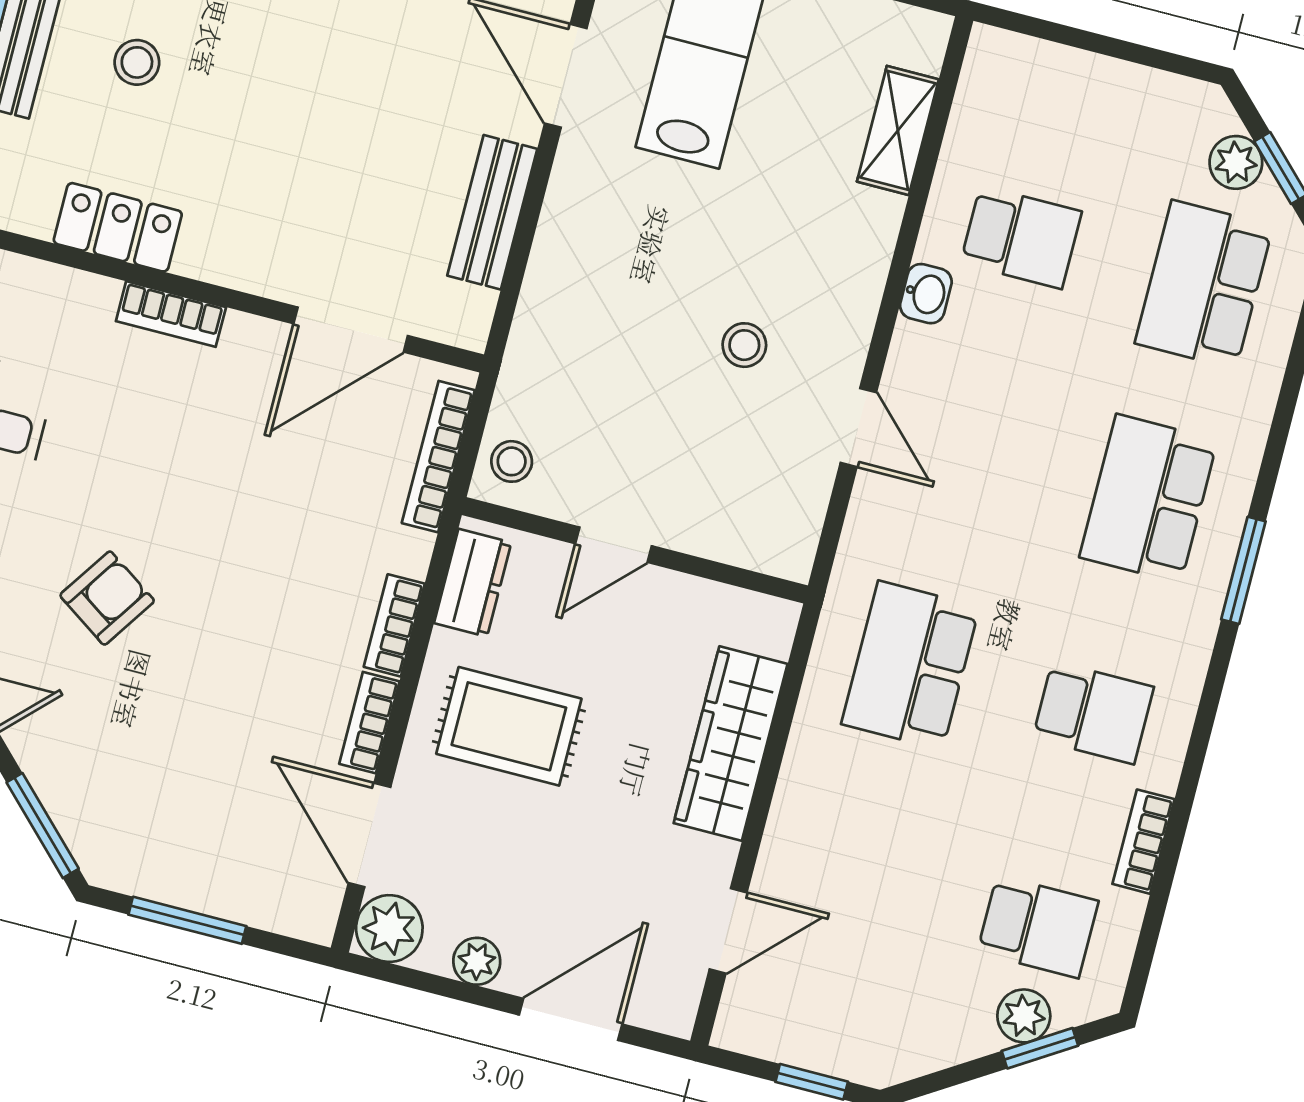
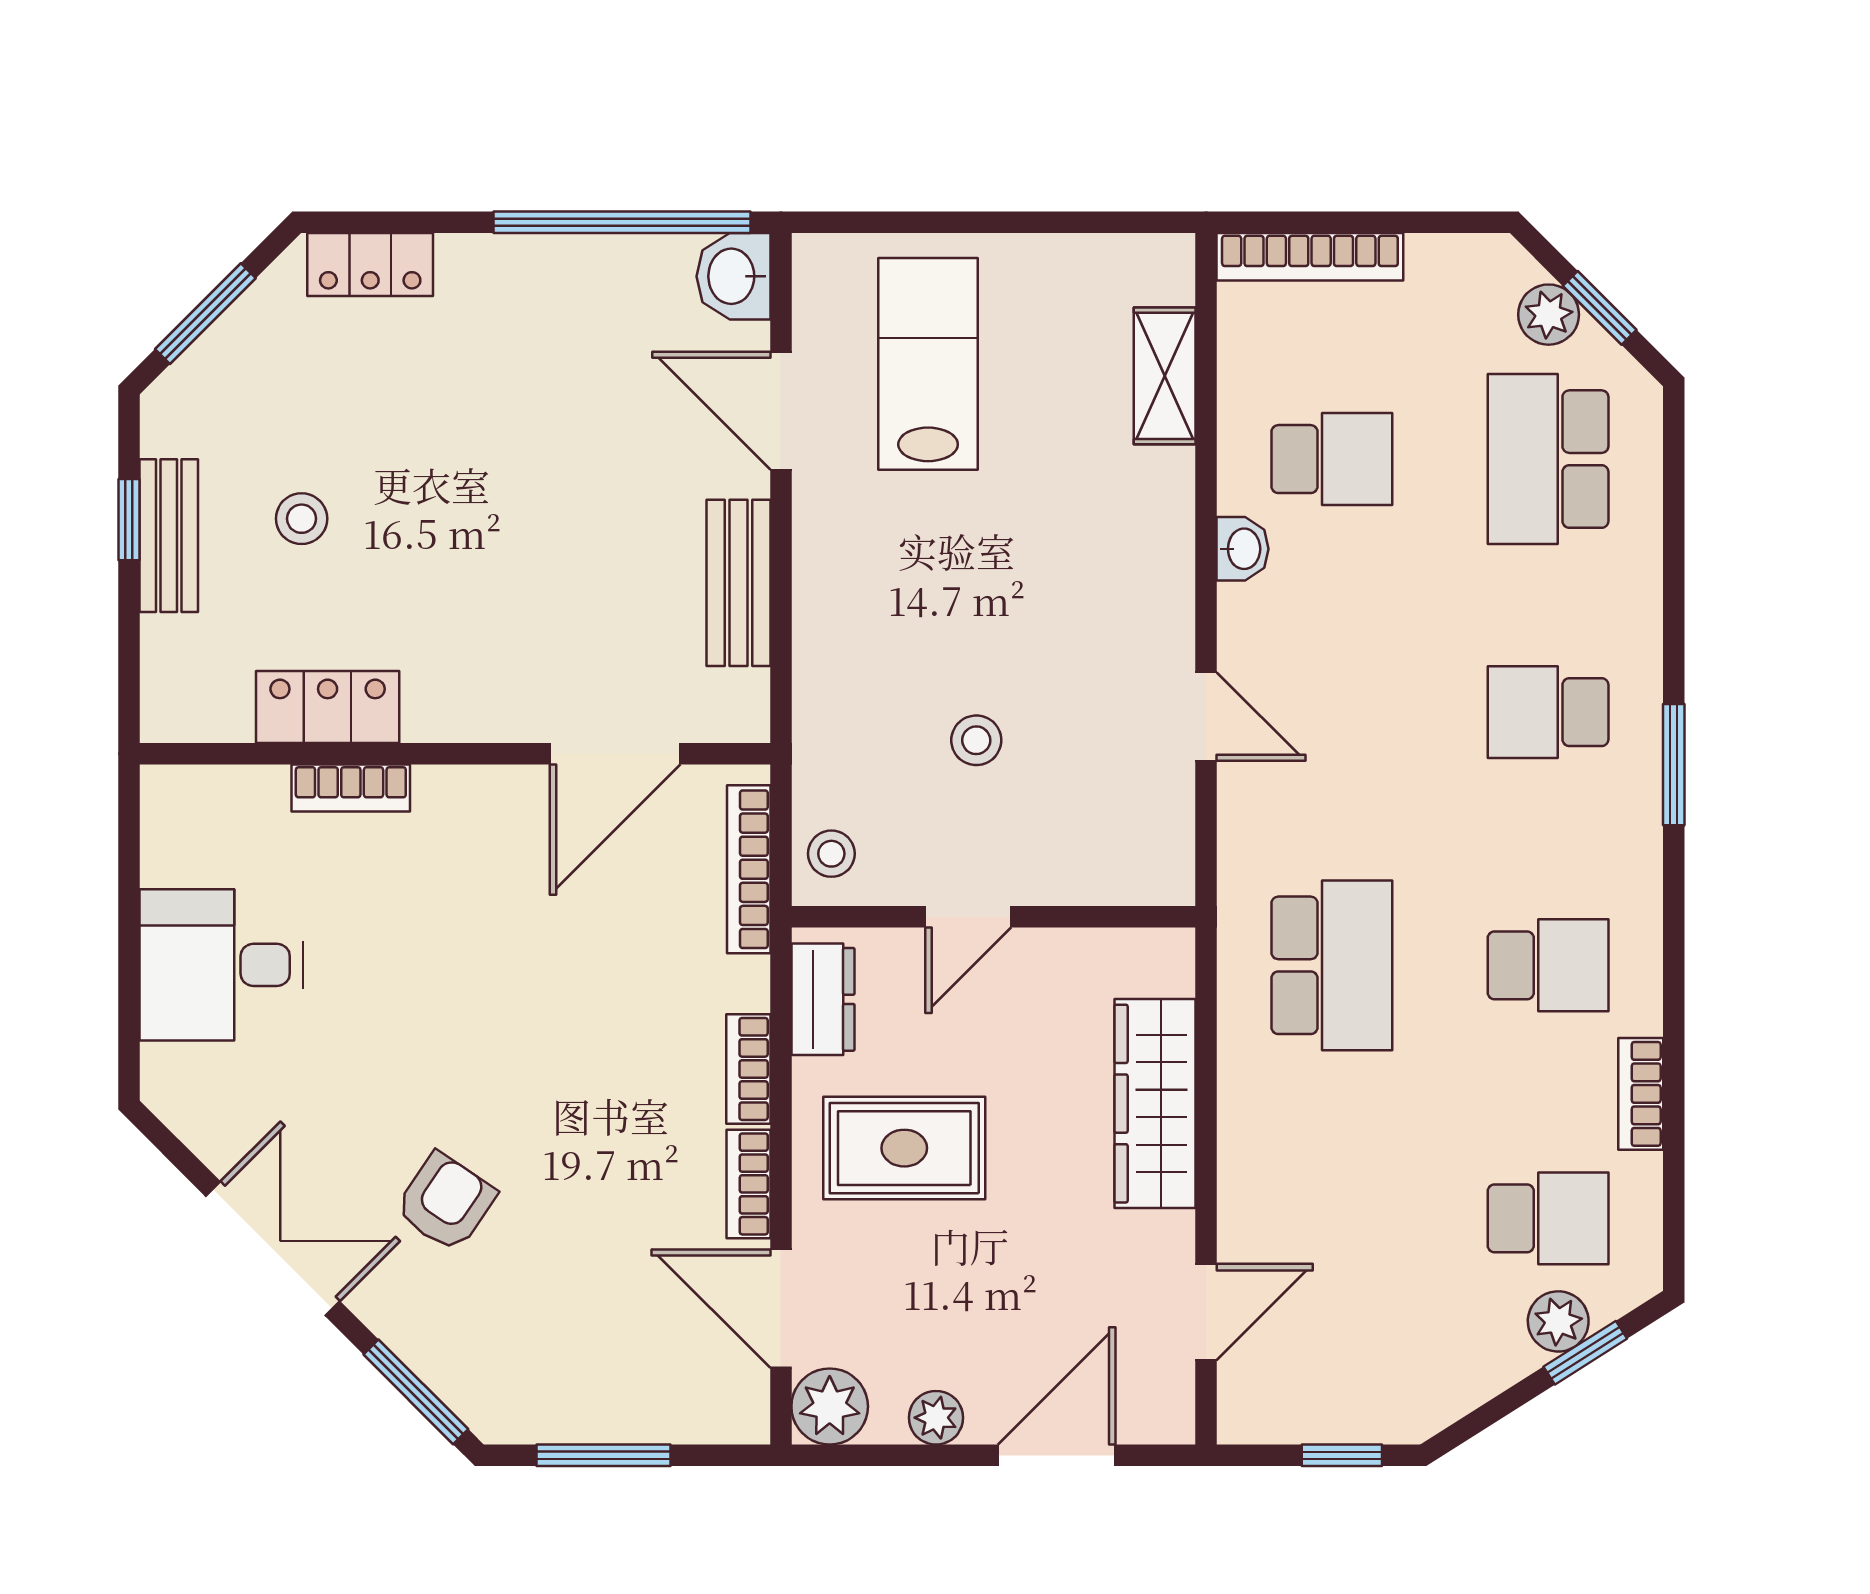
bookcase: (1047, 61) -> (1310, 257), added
bookcase: (171, 314) -> (351, 788), moved
stool: (744, 345) -> (976, 740), moved
school desk: (1149, 499) -> (1548, 712), width x0.54
armchair: (107, 598) -> (445, 1202), moved
school desk: (910, 665) -> (1332, 965), turned 180

